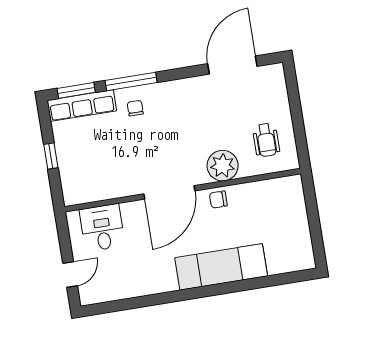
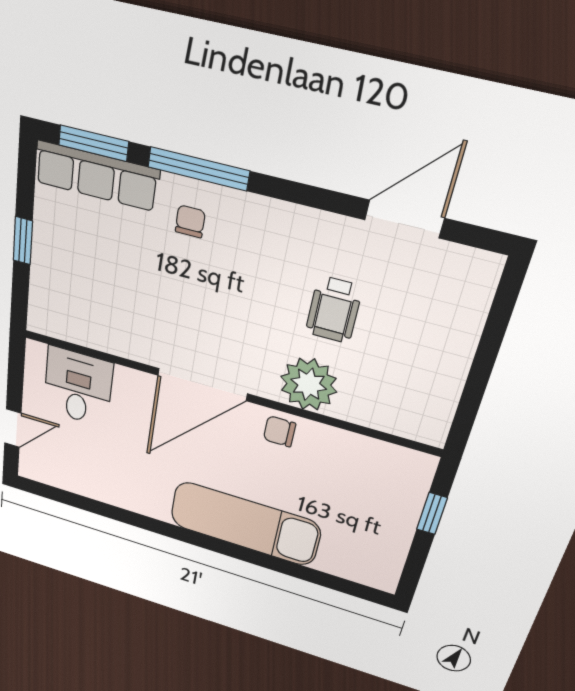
door: (232, 65) -> (404, 219), width x0.73
wheelchair: (266, 140) -> (334, 310), moved
window: (312, 208) -> (432, 514), added

